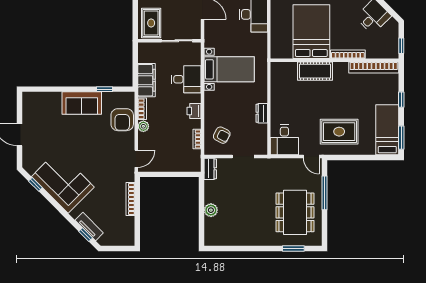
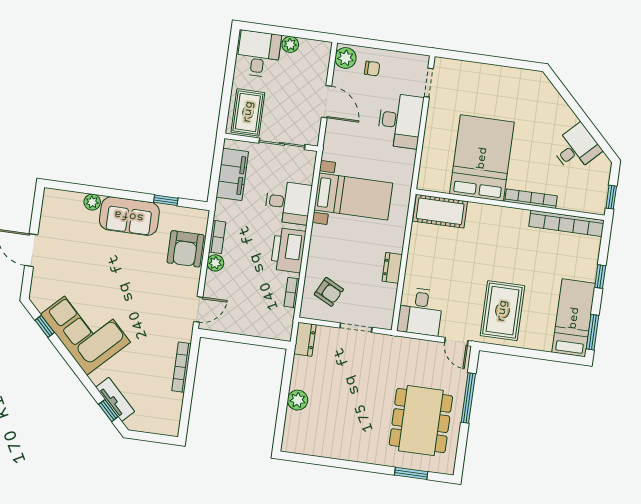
cot: (315, 71) -> (440, 211), moved
filing cabinet: (146, 80) -> (232, 174), moved
plant: (56, 97) -> (92, 202), added
printer: (194, 111) -> (288, 250), width x1.87, depth x1.48
rug: (339, 132) -> (502, 311), turned 90

